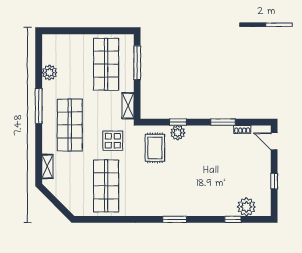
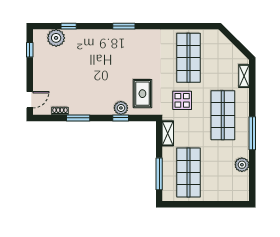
door: (274, 141) -> (30, 100), hinge flipped
window: (274, 181) -> (30, 50), moved

